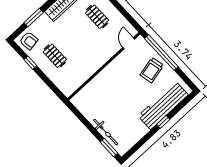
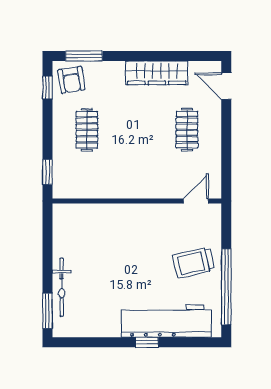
window: (34, 18) -> (84, 56), moved
window: (161, 53) -> (226, 287), moved
window: (30, 63) -> (47, 87), moved
window: (55, 89) -> (47, 172), added

